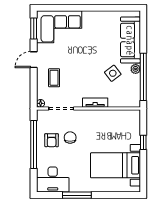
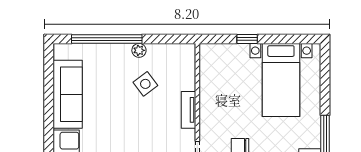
sofa: (130, 40) -> (68, 94), moved, turned -90
window: (143, 77) -> (107, 39), moved

